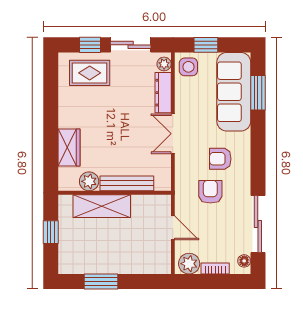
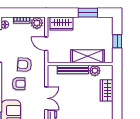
armchair: (210, 192) -> (25, 65), turned 94
wardrobe: (147, 263) -> (61, 23), added

